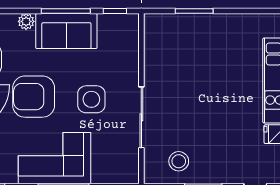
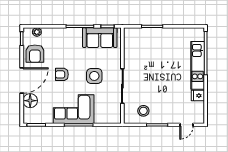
plant: (26, 21) -> (58, 32), removed
sofa: (66, 31) -> (100, 38), moved
armchair: (34, 97) -> (62, 74), width x0.53, depth x0.53

